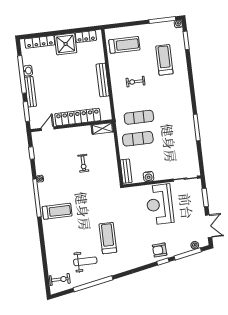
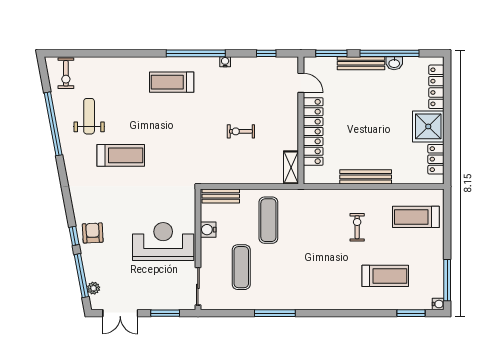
treadmill: (124, 45) -> (416, 217), turned 90
exercise mat: (139, 117) -> (241, 267), moved
treadmill: (57, 211) -> (172, 82), turned 90
weight bench: (85, 261) -> (89, 116), turned 180

